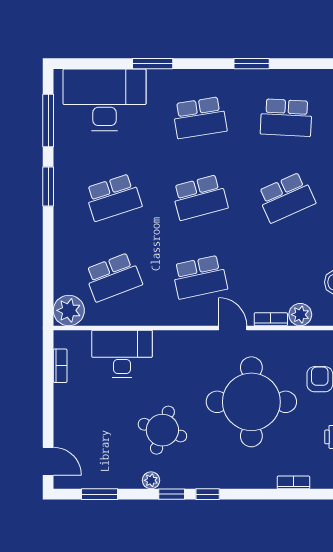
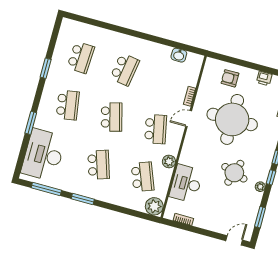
school desk: (286, 197) -> (125, 69), turned 33
plant: (300, 315) -> (169, 162), moved

